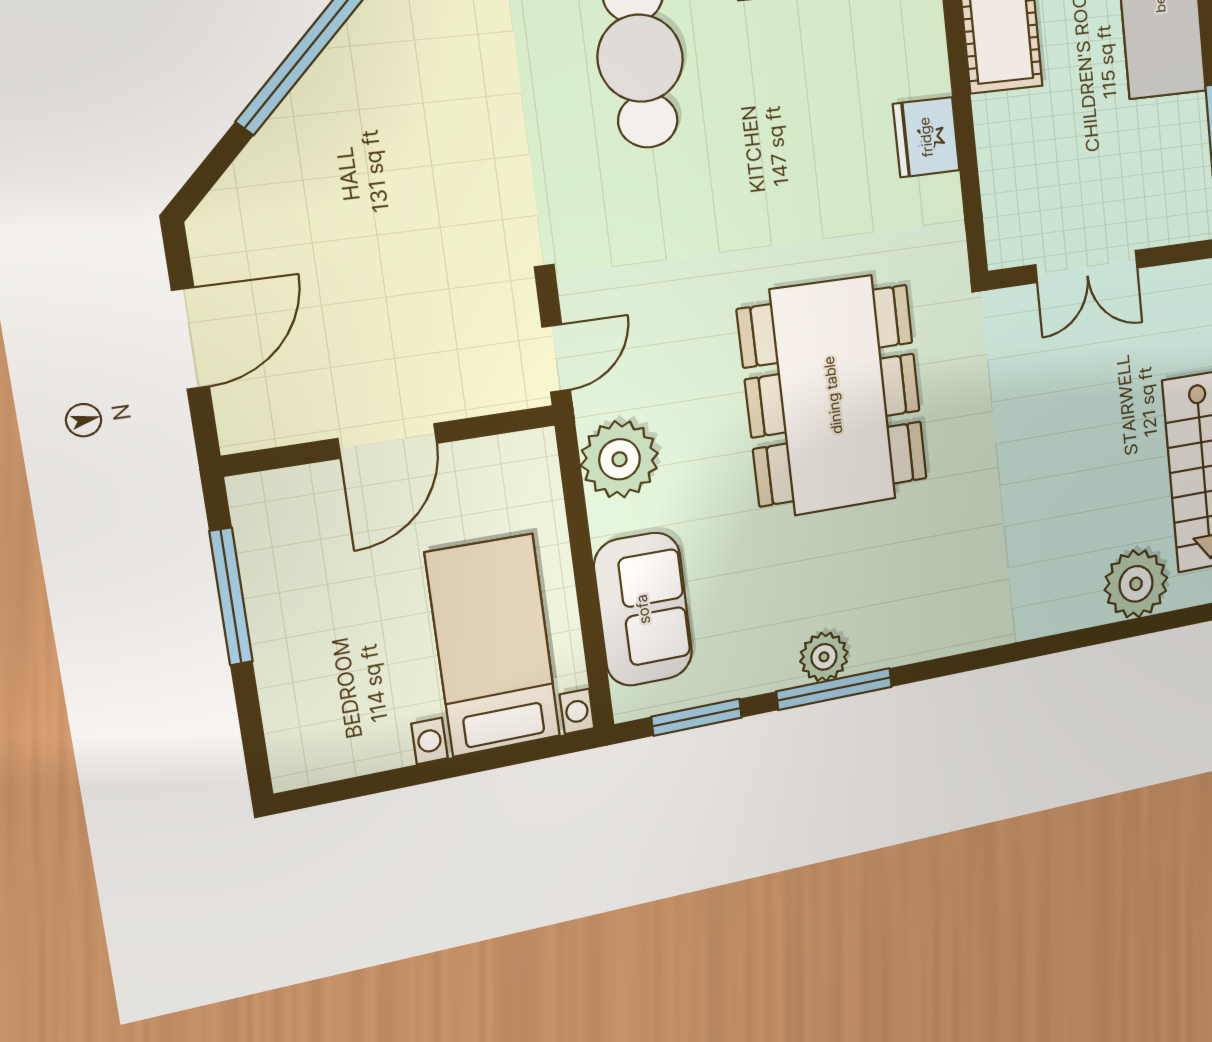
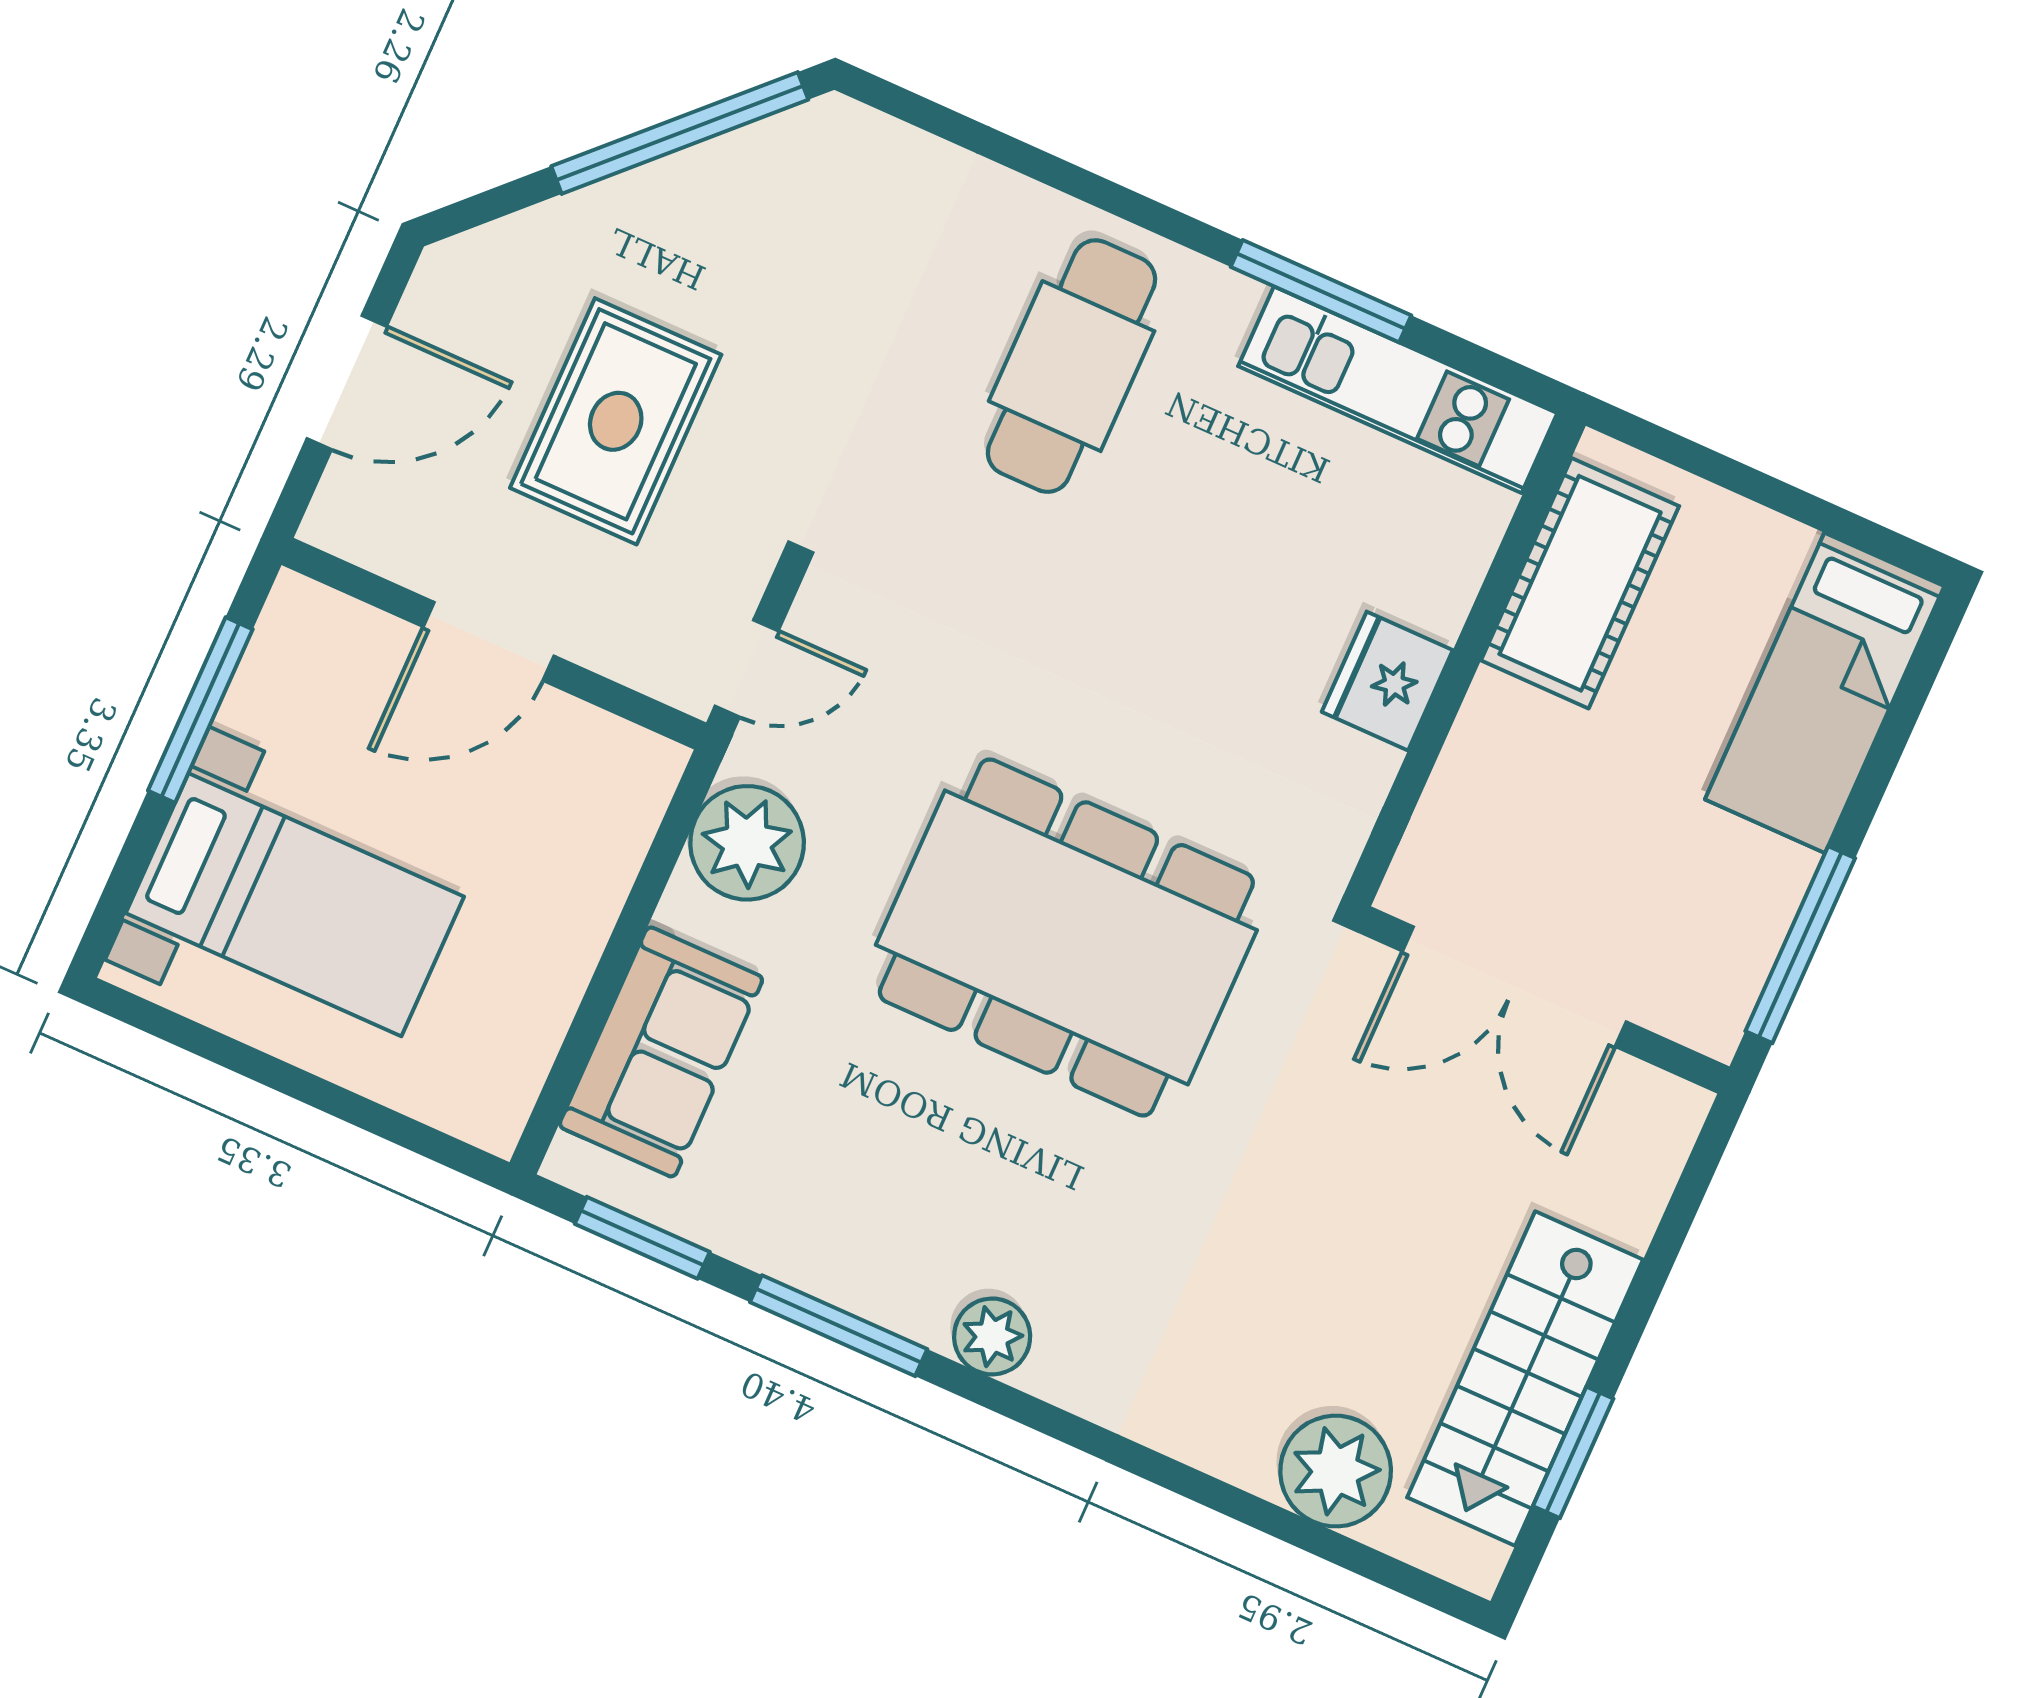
rug: (381, 259) -> (616, 421), added
double door: (1087, 266) -> (1514, 987), width x1.37
dining table: (833, 395) -> (1066, 937), turned 90
bed with nightstands: (493, 645) -> (295, 905), moved, turned 90
plant: (824, 657) -> (992, 1336), moved

